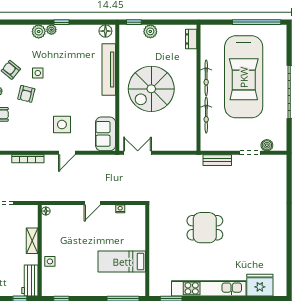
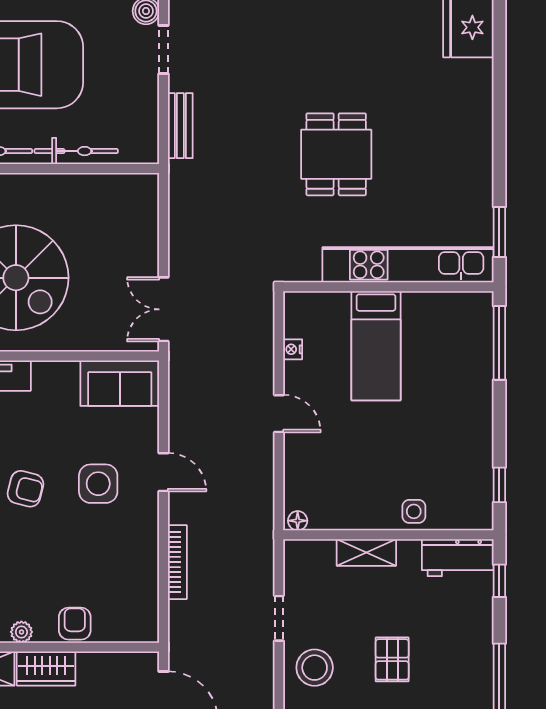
armchair: (26, 94) -> (25, 489), moved
bed: (122, 262) -> (376, 346), moved
kitchen unit: (209, 288) -> (408, 265), moved, turned 90

